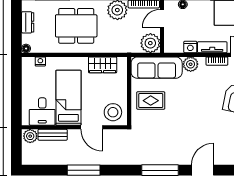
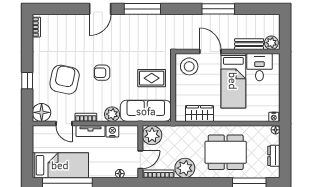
nightstand: (40, 61) -> (274, 117), moved
armchair: (201, 106) -> (102, 73), added

